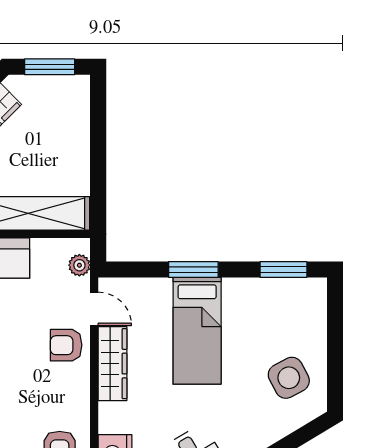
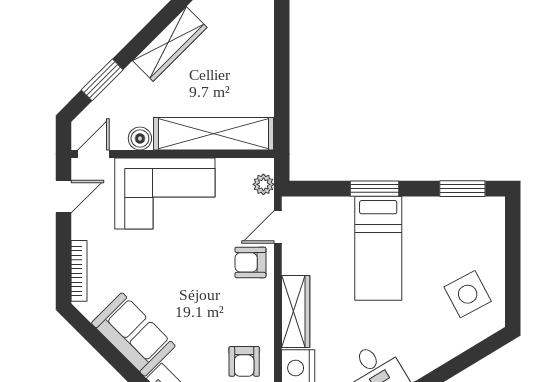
door: (94, 309) -> (278, 227), swing flipped
wardrobe: (112, 364) -> (296, 311), moved

